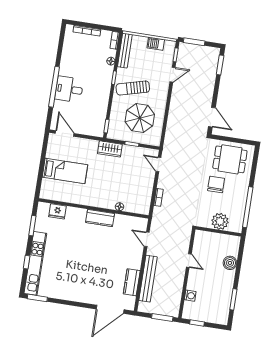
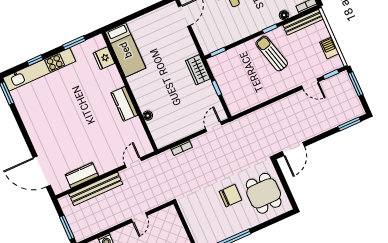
parasol: (140, 118) -> (247, 79), removed
bed: (65, 171) -> (126, 50), moved
plant: (220, 221) -> (197, 223), removed

